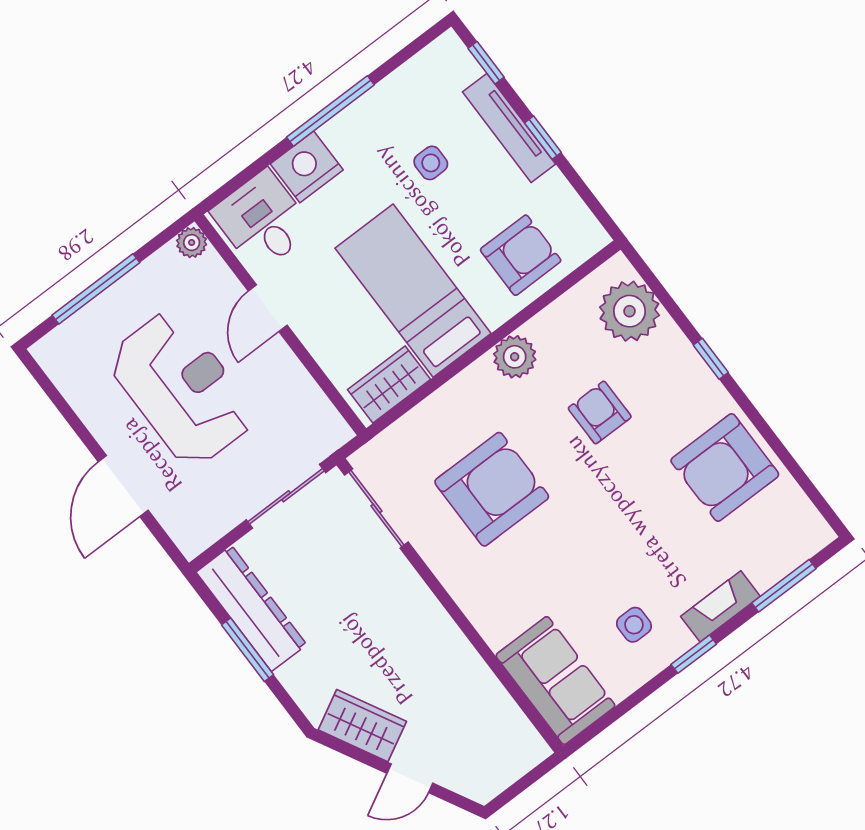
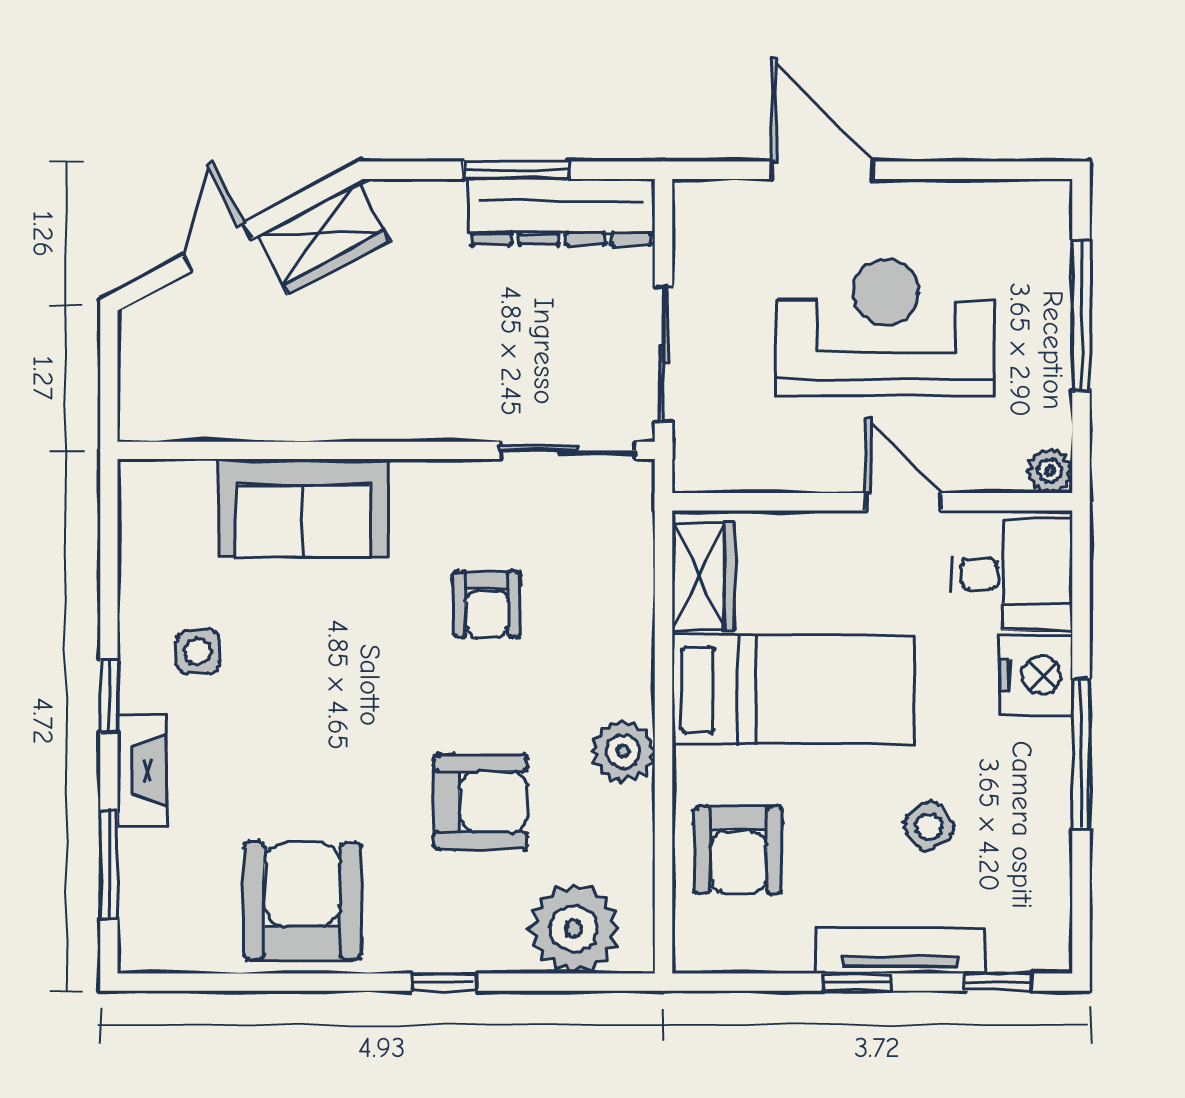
side table: (431, 163) -> (929, 826), turned -37
reception desk: (182, 389) -> (886, 327), turned 180
armchair: (600, 413) -> (480, 802), width x1.38, depth x1.38
armchair: (492, 489) -> (487, 605), width x0.53, depth x0.53
sofa: (555, 681) -> (303, 508), moved

